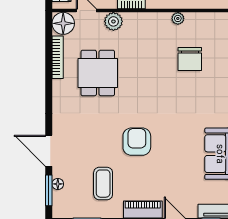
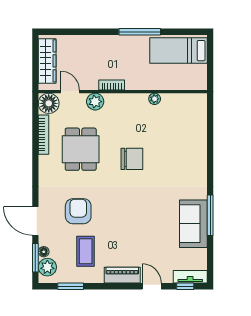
chair: (190, 59) -> (132, 159), moved, turned -90
armchair: (137, 142) -> (78, 211), moved
plant: (62, 201) -> (47, 267), added

